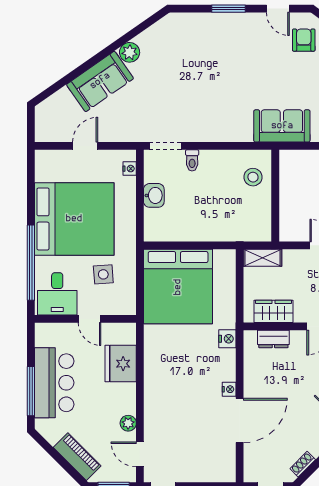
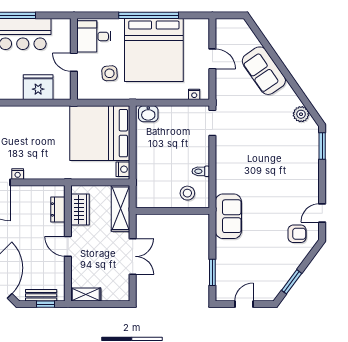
window: (229, 9) -> (322, 146), moved
plant: (130, 52) -> (301, 114), moved
toilet: (192, 160) -> (201, 171), moved
washbasin: (154, 195) -> (148, 114), moved
shelving: (262, 258) -> (120, 208), width x1.50, depth x1.33
window: (31, 263) -> (149, 15), moved
door: (90, 319) -> (74, 62), hinge flipped
nightstand: (227, 339) -> (123, 169), moved, turned -90

